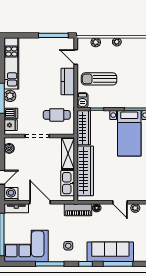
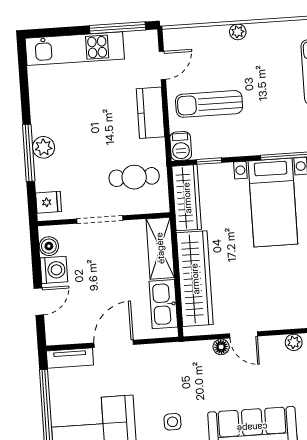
plant: (96, 42) -> (198, 35), removed
door: (76, 57) -> (162, 65), swing flipped
kitchen unit: (11, 63) -> (75, 49), moved, turned 90
dishwasher: (11, 113) -> (48, 180), removed
washing machine: (11, 194) -> (54, 270), moved, turned 90
door: (40, 202) -> (114, 344), hinge flipped
door: (120, 202) -> (244, 335), moved
piano: (78, 210) -> (186, 353), removed

